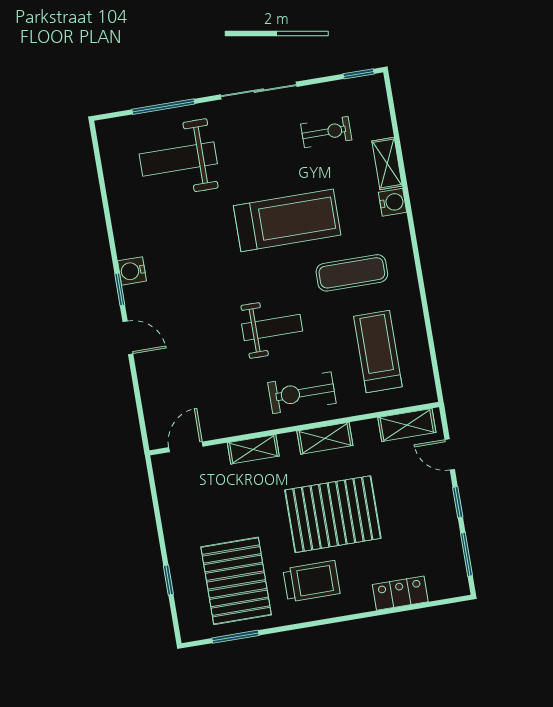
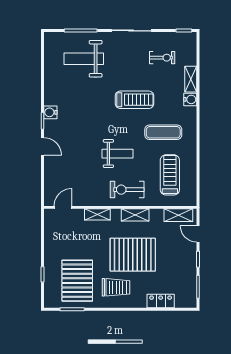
treadmill: (287, 220) -> (135, 100), width x0.73, depth x0.73

